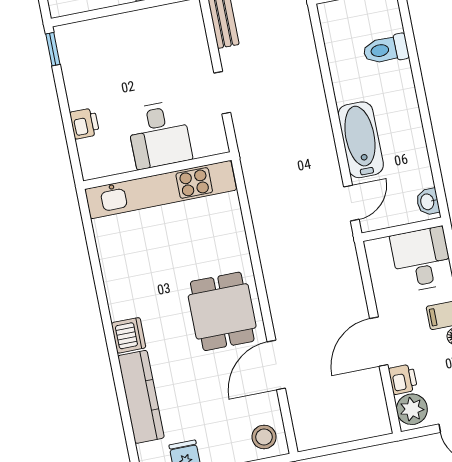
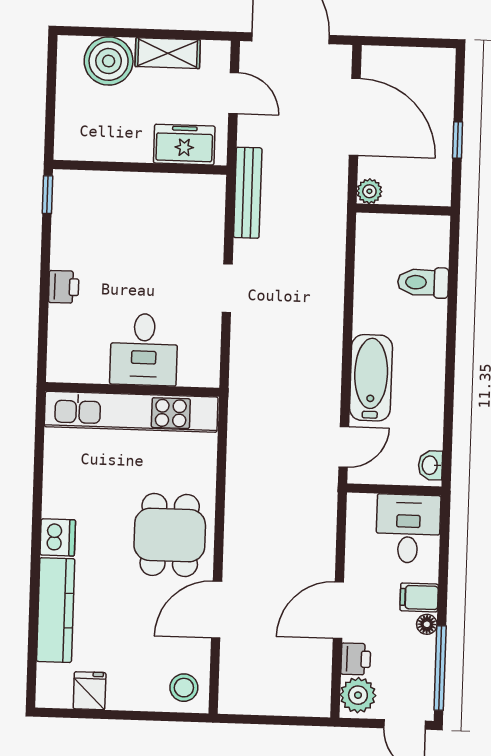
desk: (159, 135) -> (144, 349), moved
wall: (157, 170) -> (132, 389), moved
kitchen unit: (161, 190) -> (131, 412), moved

